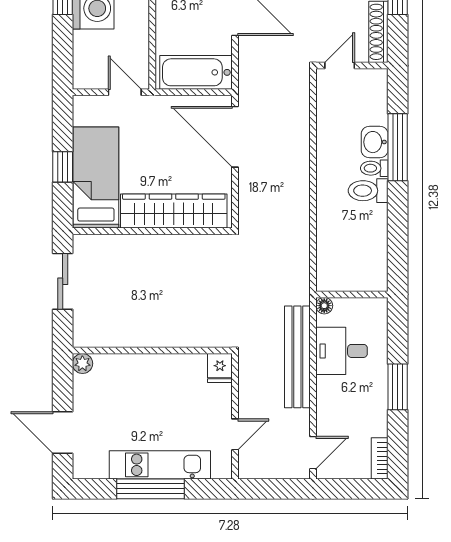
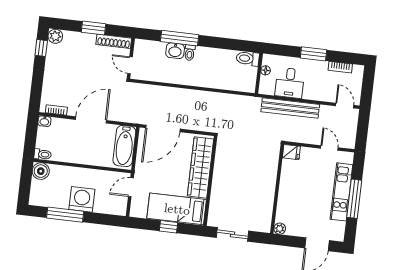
toilet: (368, 191) -> (248, 58), moved, turned 90
floor lamp: (324, 306) -> (266, 70), moved
bookcase: (380, 458) -> (340, 67), moved

